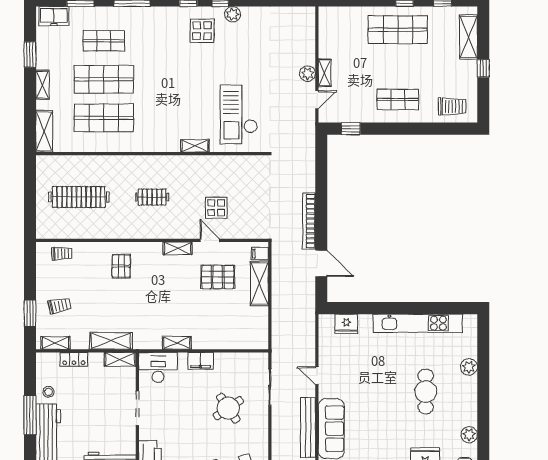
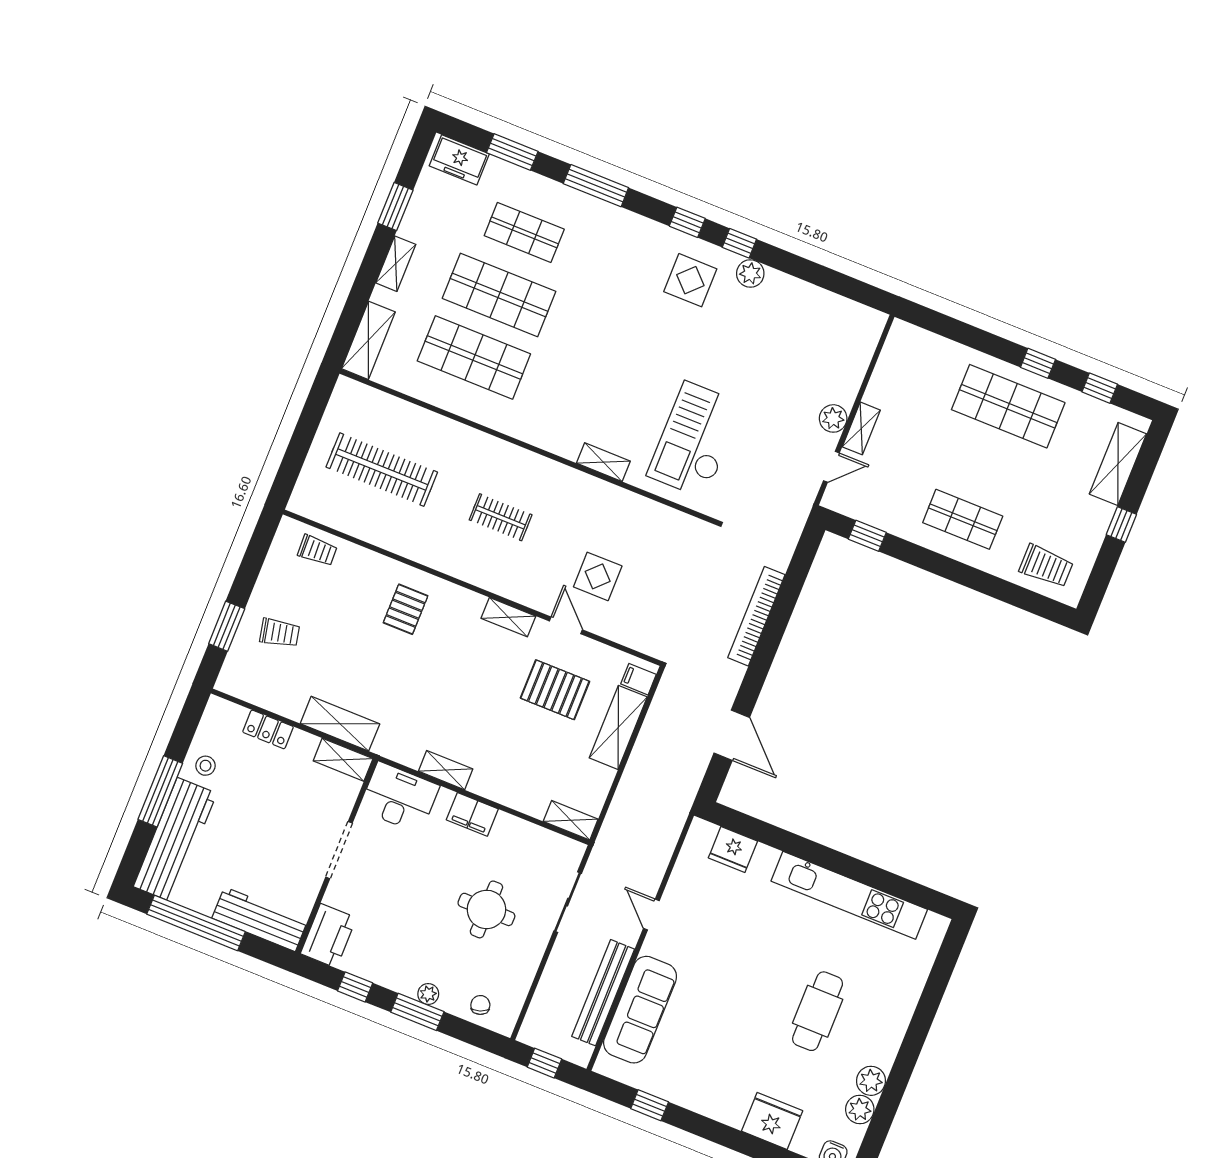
bookcase: (309, 221) -> (756, 616), moved
shelving: (55, 343) -> (571, 820), moved
plant: (469, 367) -> (871, 1081), moved
round table: (228, 408) -> (486, 909), turned 34

